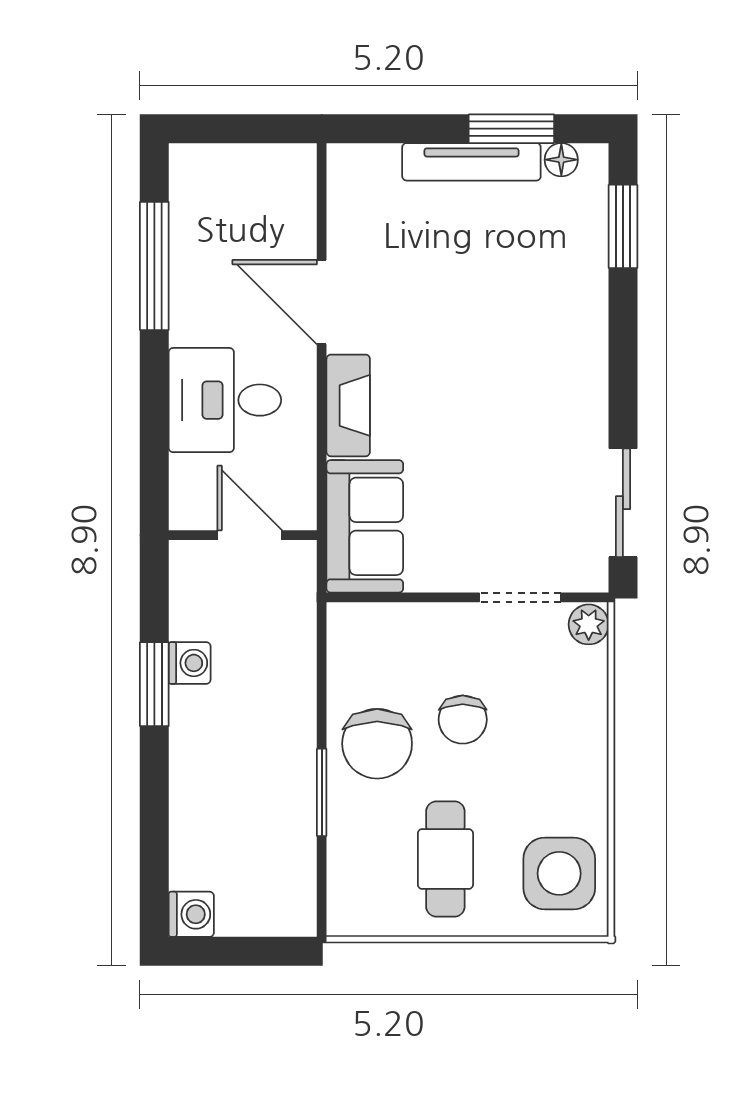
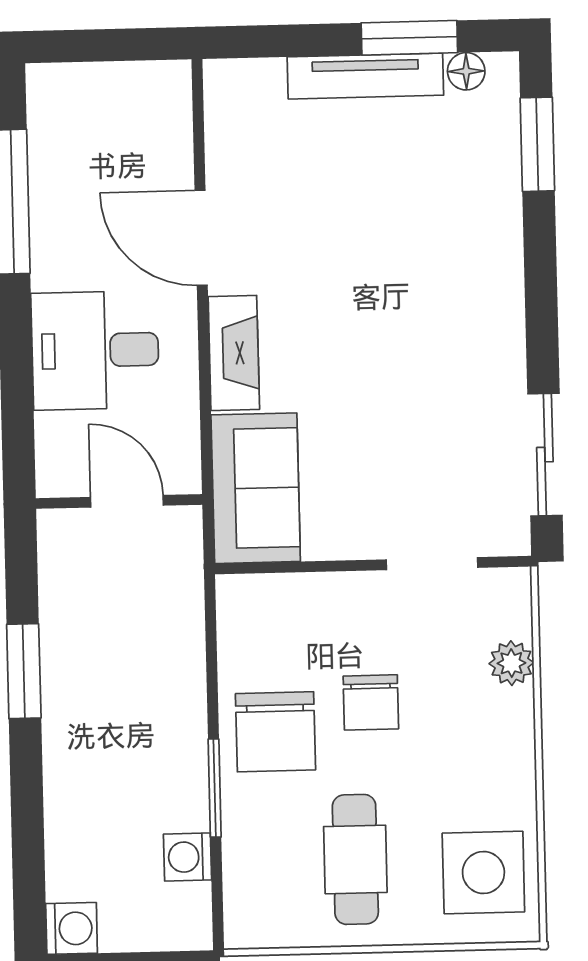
plant: (589, 624) -> (511, 663), moved
washing machine: (190, 663) -> (187, 857), moved, turned 180

